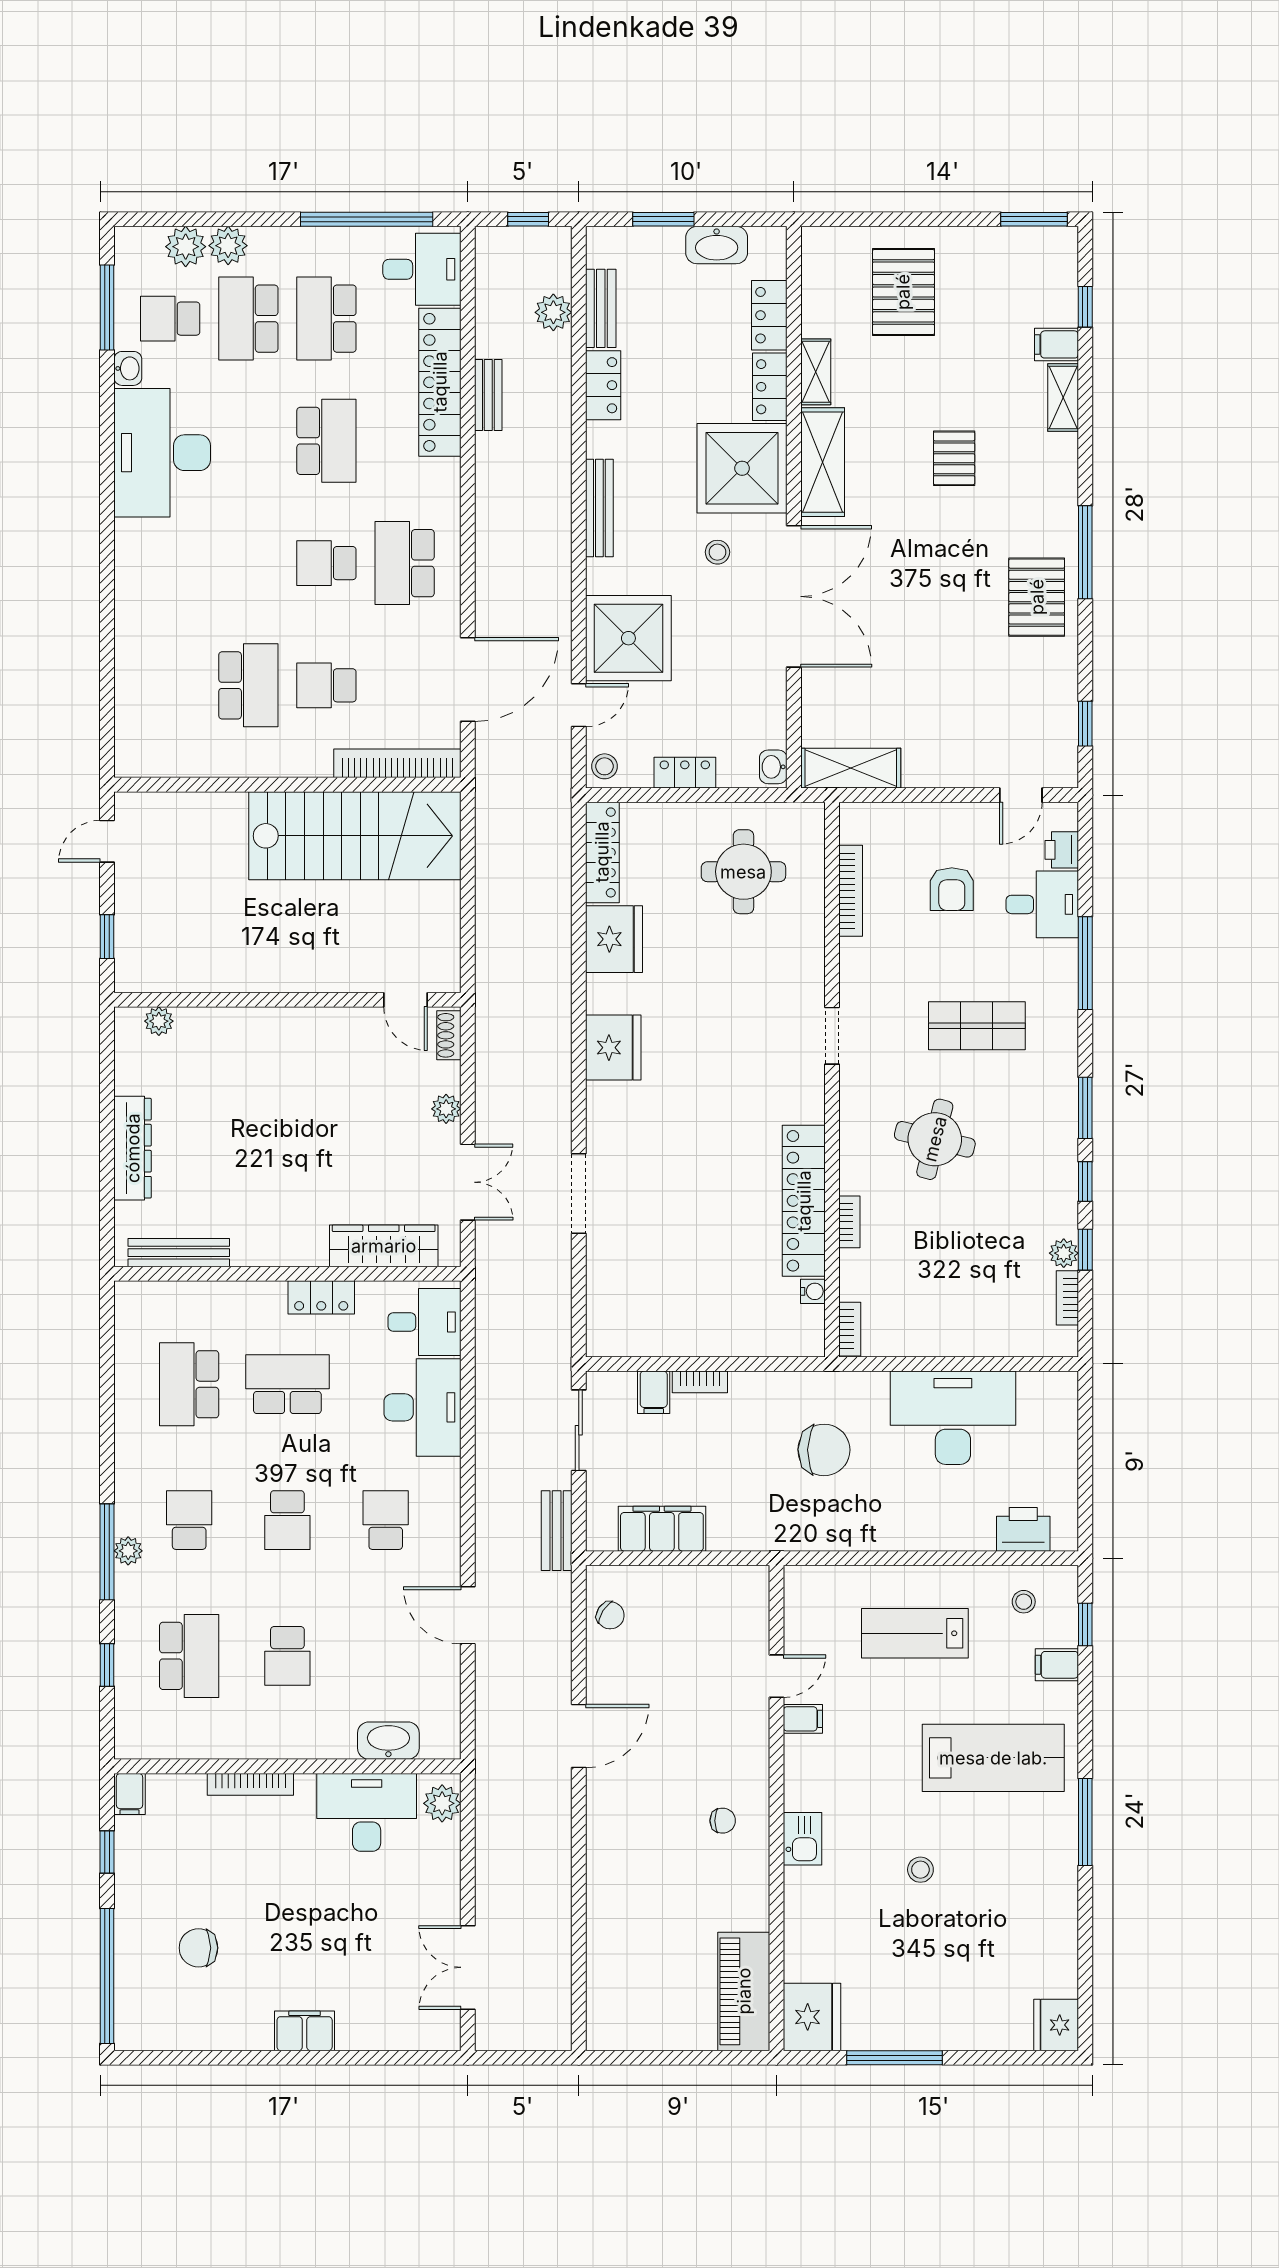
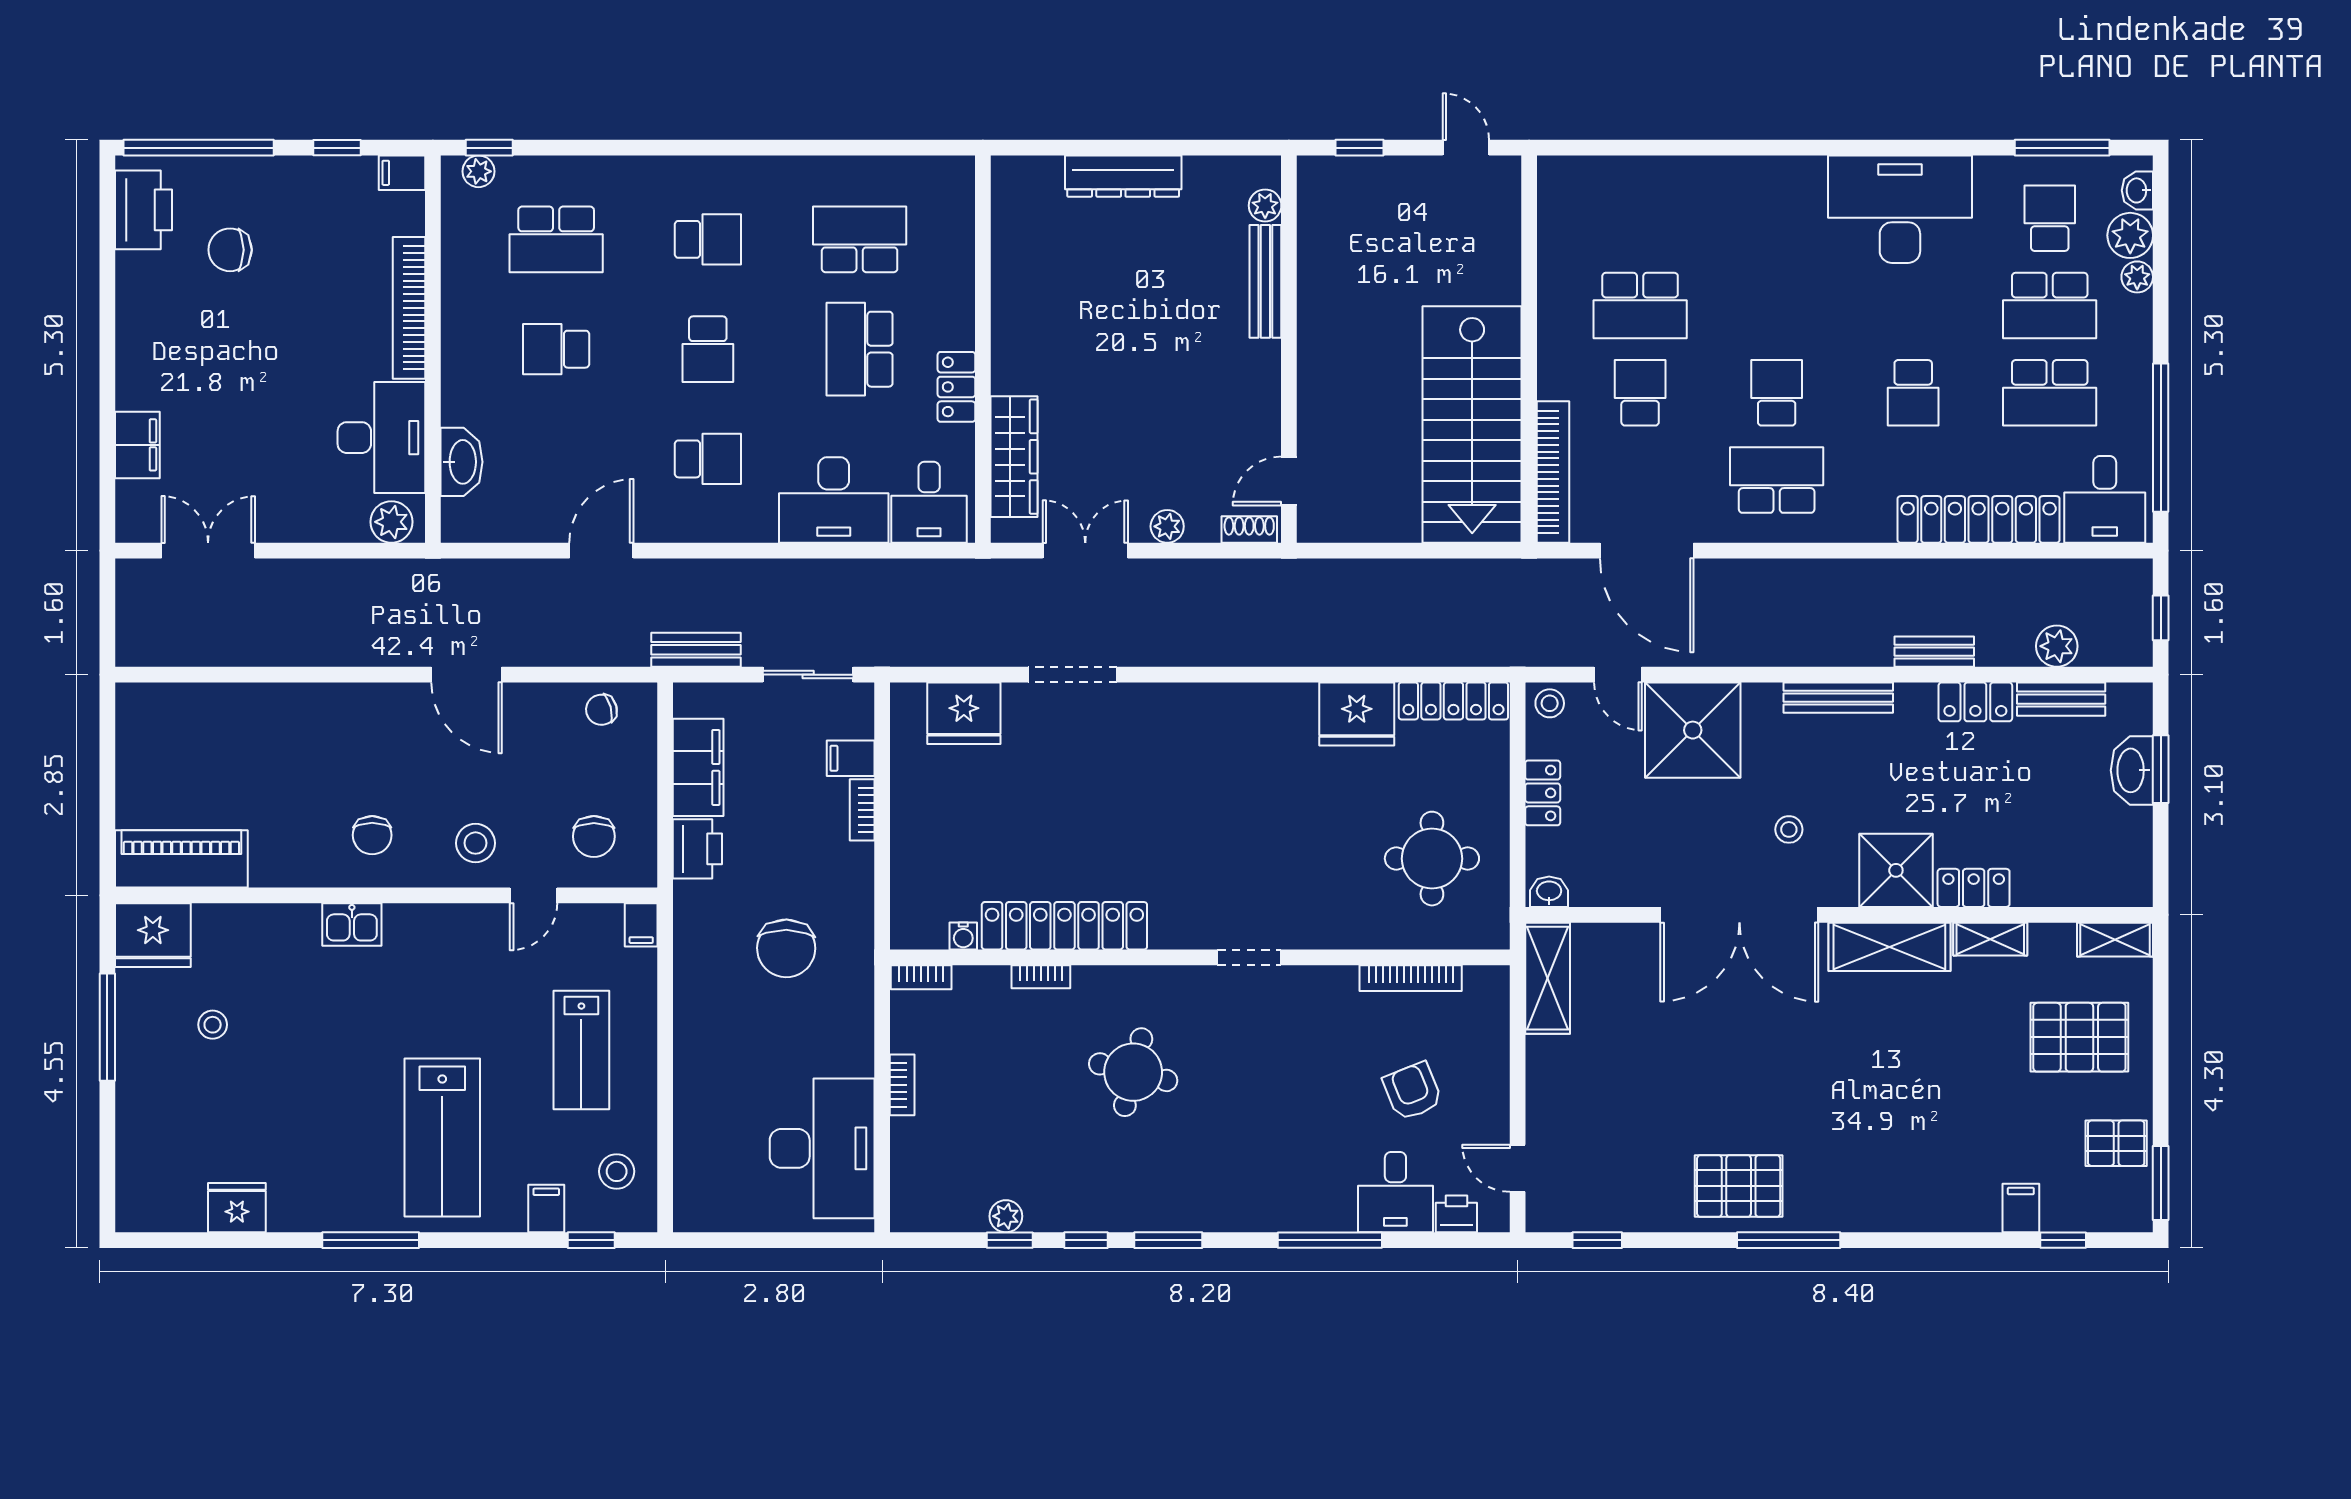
washbasin: (717, 245) -> (2132, 770), moved
plant: (228, 246) -> (2137, 277), width x0.73, depth x0.73
locker: (769, 315) -> (2054, 887), removed
school desk: (248, 319) -> (2050, 305), turned 180
school desk: (326, 319) -> (2050, 393), turned 180
washbasin: (128, 368) -> (2137, 190), moved, turned 90
bench: (488, 395) -> (1934, 652), moved
shelving: (1063, 398) -> (2115, 940), moved
school desk: (326, 441) -> (1913, 393), width x0.54
pallet: (954, 458) -> (2116, 1143), moved
shower: (742, 468) -> (1896, 870), width x0.73, depth x0.73
armchair: (952, 889) -> (1413, 1091), turned 68
shop shelf: (977, 1026) -> (1260, 1119), removed
fridge: (613, 1048) -> (964, 713), moved
double door: (468, 1182) -> (1085, 551), swing flipped
bench: (179, 1253) -> (1265, 281), moved
bookcase: (1067, 1298) -> (902, 1085), moved, turned 90
school desk: (287, 1384) -> (860, 349), turned 180
desk: (953, 1418) -> (822, 1148), moved
school desk: (287, 1520) -> (708, 349), turned -90
printer: (1023, 1529) -> (697, 849), moved
plant: (128, 1551) -> (478, 171), moved
window: (107, 1552) -> (672, 148), removed
stool: (1024, 1602) -> (617, 1171), width x1.37, depth x1.37
chair: (610, 1615) -> (601, 710), turned 42
chair: (724, 1622) -> (594, 836), added
lab bench: (915, 1633) -> (581, 1050), turned 180
window: (107, 1665) -> (489, 148), moved
door: (776, 1676) -> (534, 895), hinge flipped
filing cabinet: (803, 1719) -> (641, 925), moved
stool: (730, 1728) -> (475, 843), added
bookcase: (250, 1784) -> (409, 308), width x1.48, depth x1.31
chair: (723, 1821) -> (372, 835), width x1.37, depth x1.37
stool: (920, 1870) -> (213, 1025), moved
chair: (198, 1948) -> (230, 250), turned -90
printer: (163, 2025) -> (143, 210), added
fridge: (1056, 2025) -> (237, 1208), moved
filing cabinet: (305, 2031) -> (137, 445), moved

